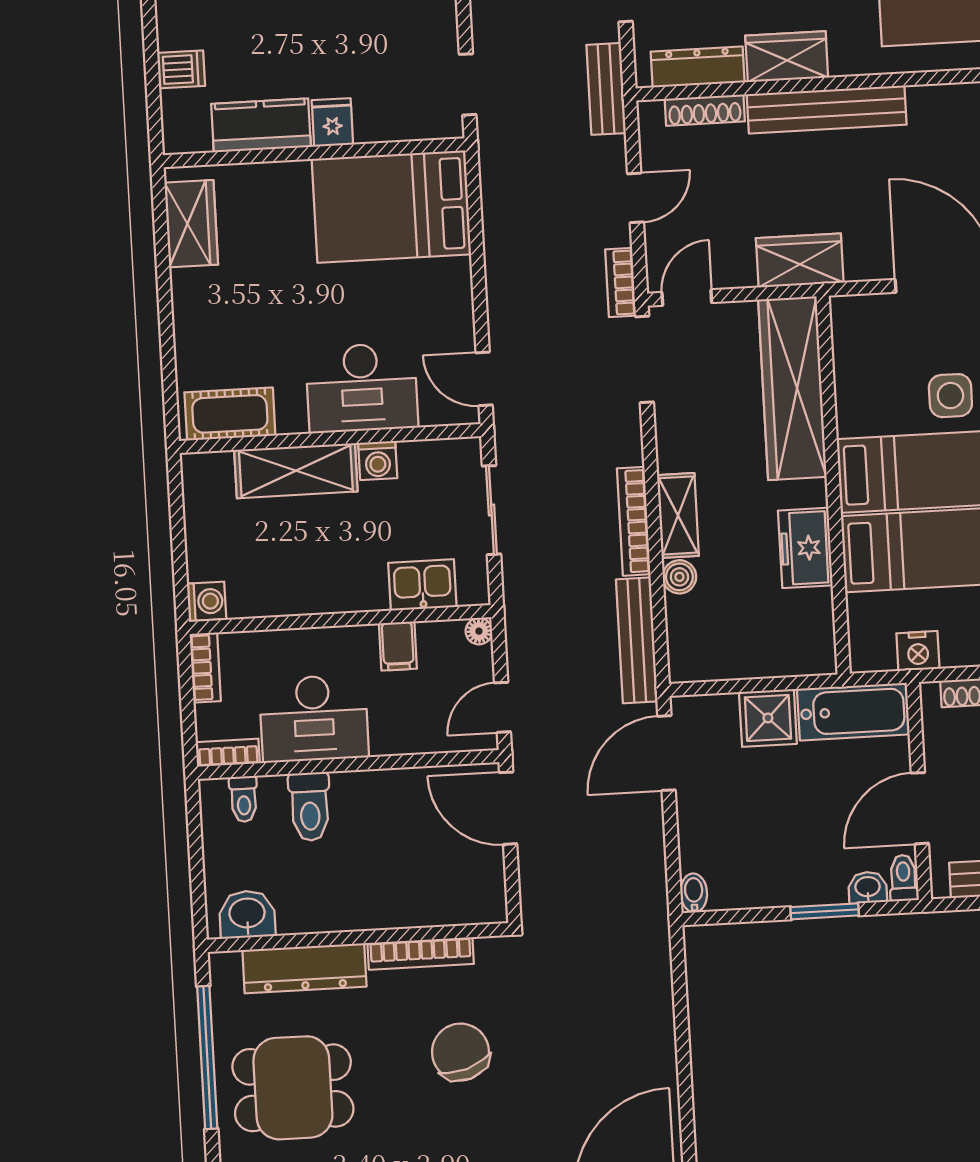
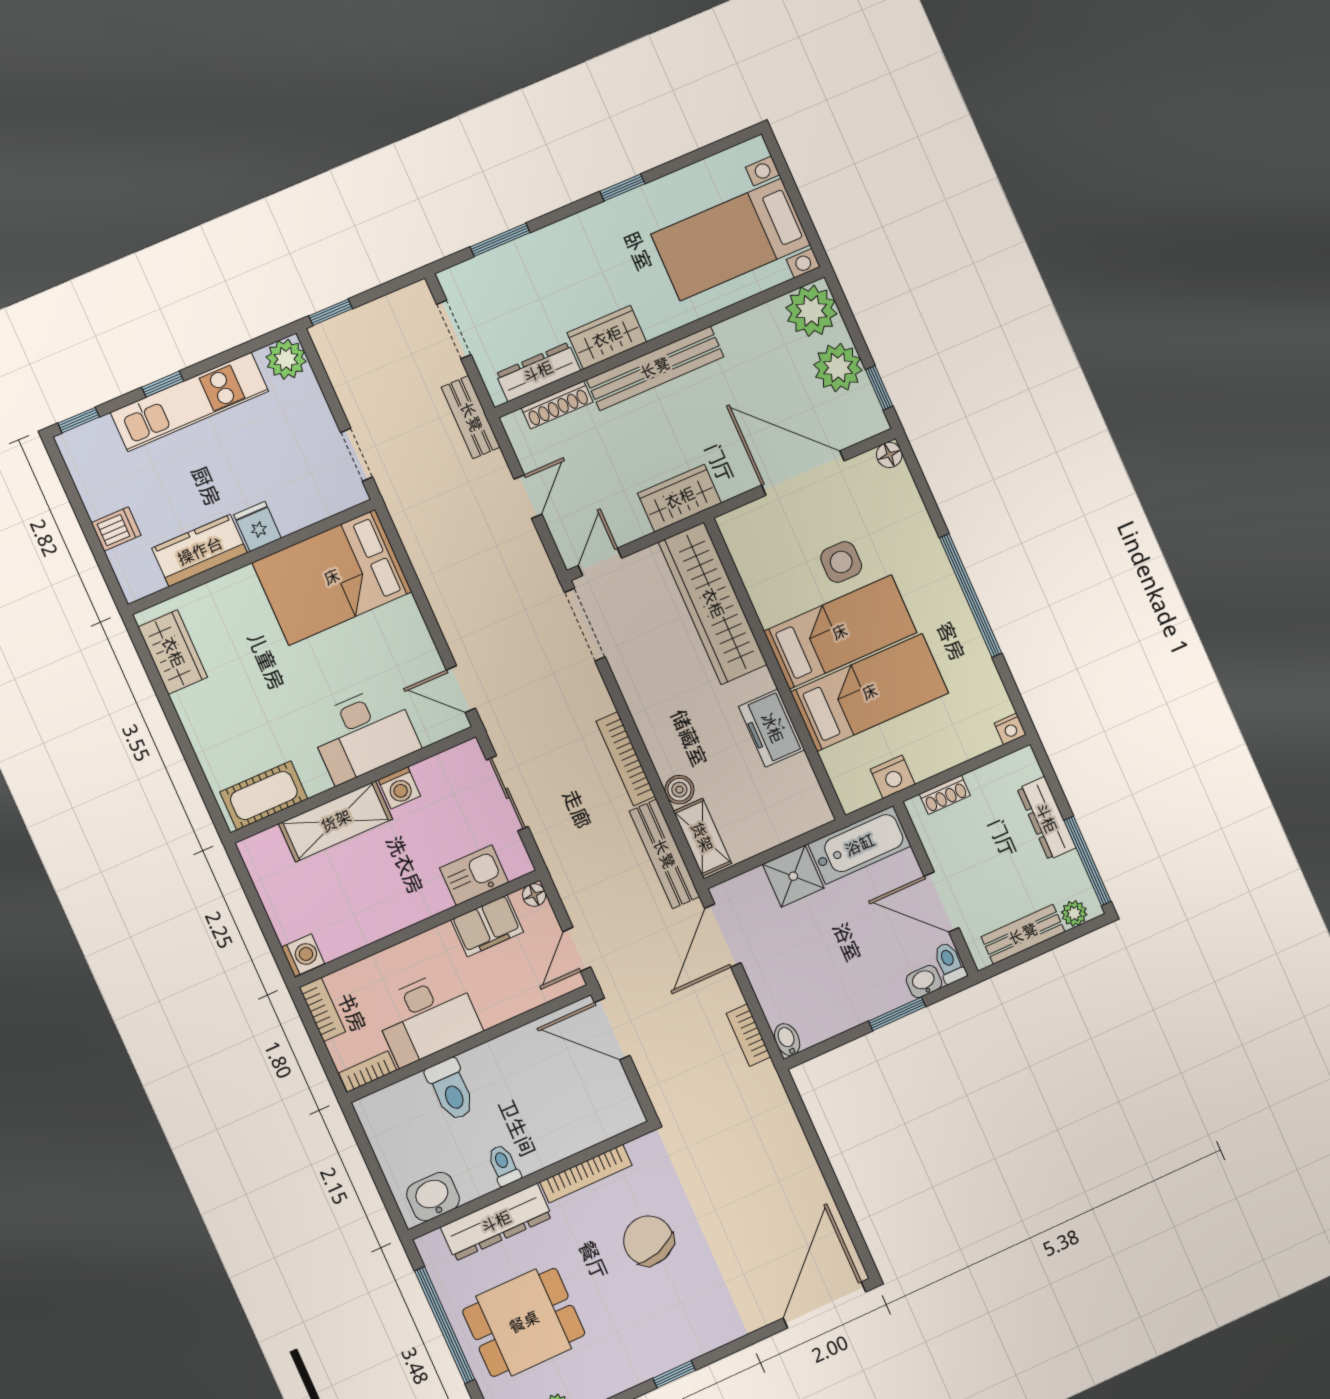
bookcase: (621, 283) -> (749, 1035), moved
shelving: (678, 515) -> (702, 837), moved
filing cabinet: (398, 646) -> (487, 926), width x2.00
toilet: (244, 799) -> (504, 1165), moved, turned 180
door: (920, 808) -> (942, 902), hinge flipped

